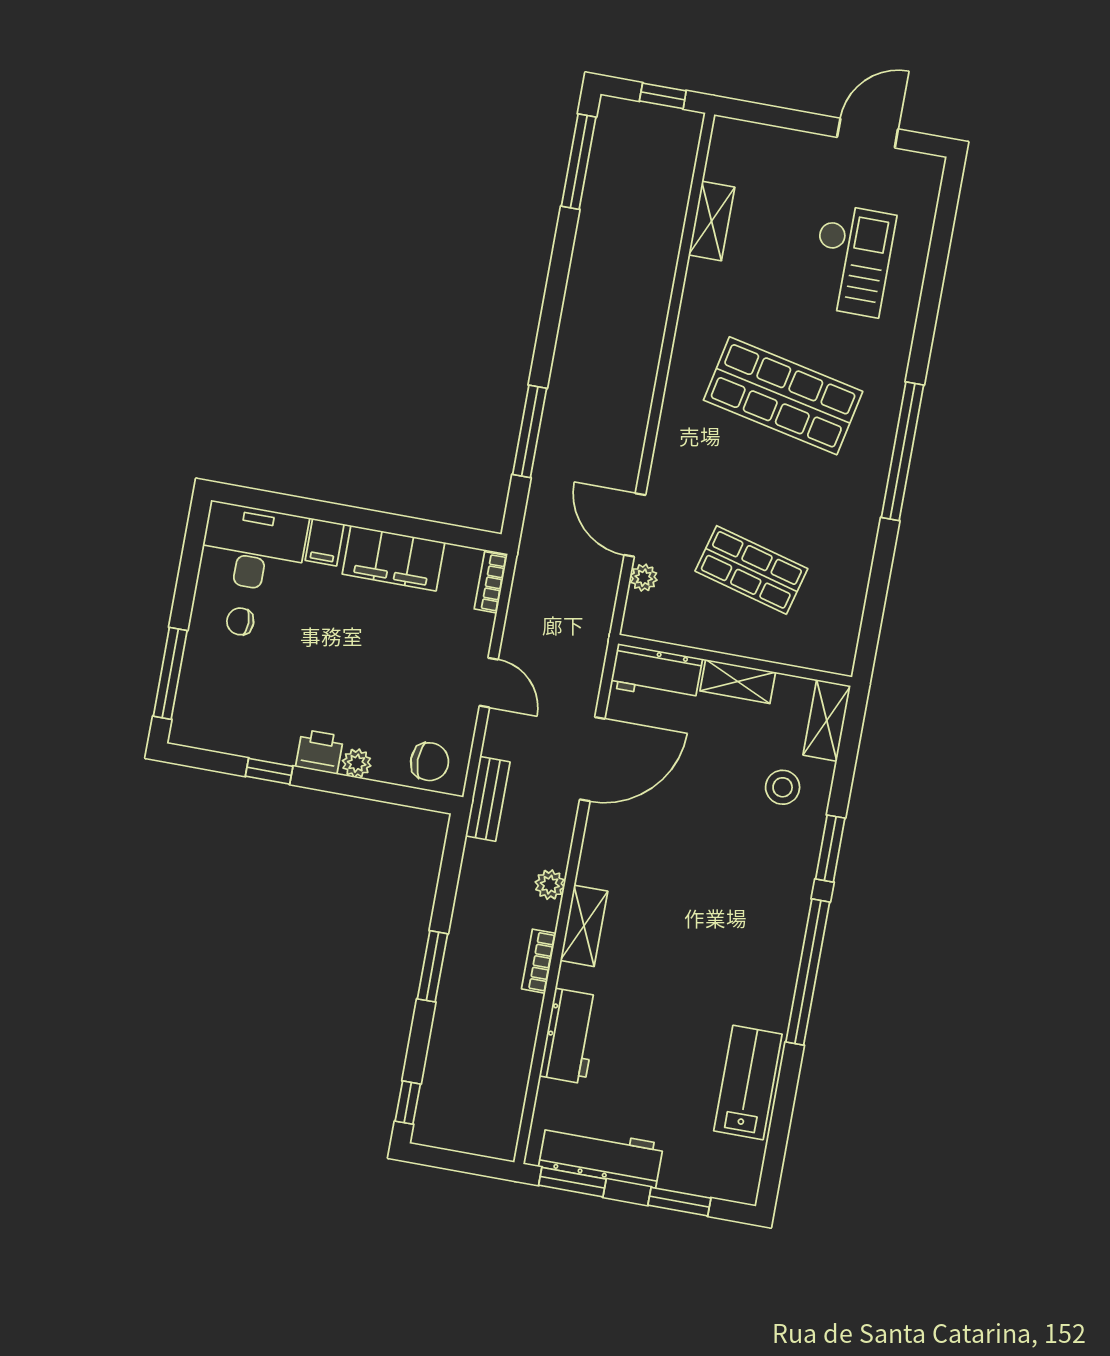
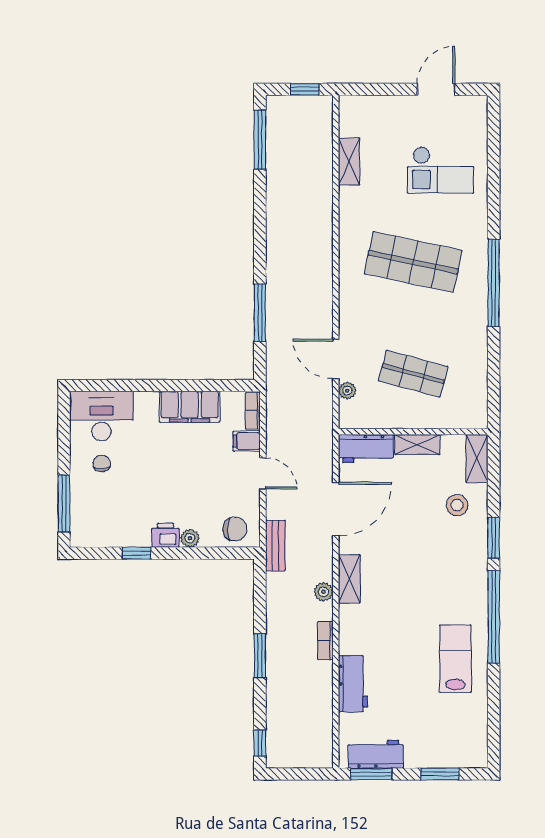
checkout: (852, 260) -> (441, 170), turned 90
filing cabinet: (325, 542) -> (247, 441), moved, turned 90
chair: (240, 621) -> (102, 463), turned 90
shelving: (584, 926) -> (349, 579), moved
lab bench: (748, 1083) -> (455, 659), moved
workbench: (601, 1155) -> (376, 754), width x0.73

